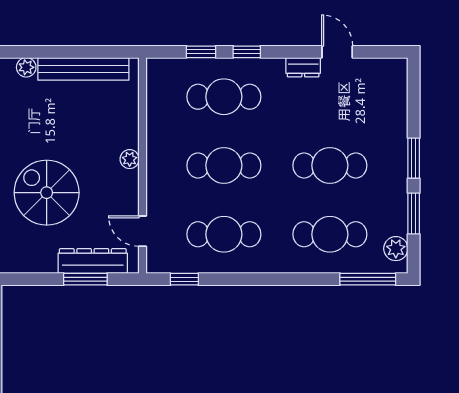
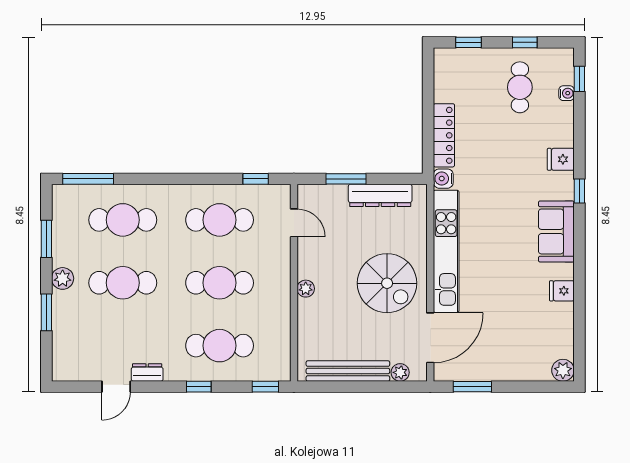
window: (201, 52) -> (265, 387), moved
door: (337, 52) -> (116, 387), hinge flipped
window: (414, 158) -> (46, 312), moved
spiral stairs: (47, 193) -> (387, 283), moved
plant: (396, 249) -> (63, 278), moved
dresser: (93, 261) -> (380, 195), moved

